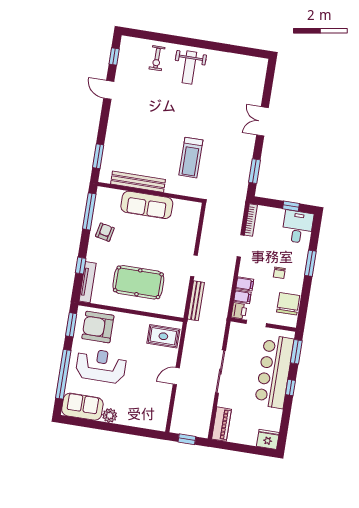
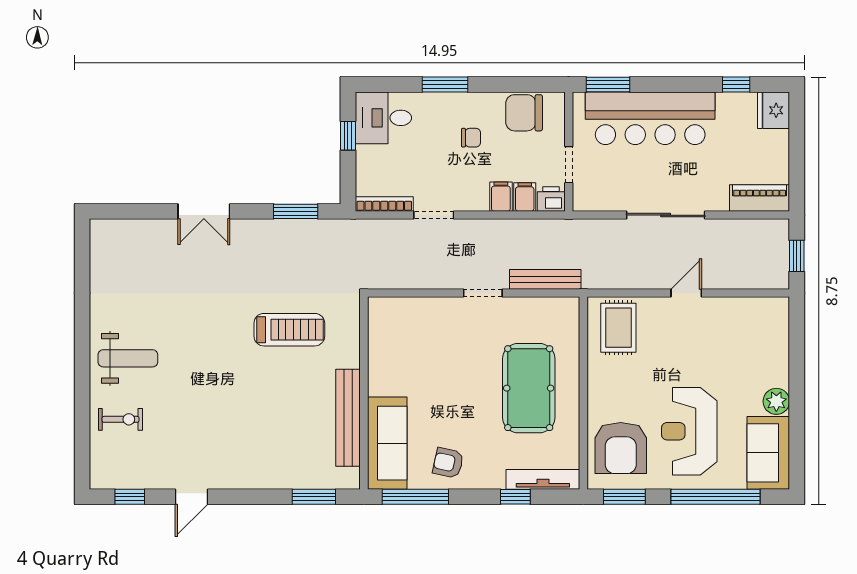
sofa: (147, 205) -> (387, 443), moved
door: (176, 376) -> (686, 293), swing flipped
window: (290, 387) -> (736, 85), moved

